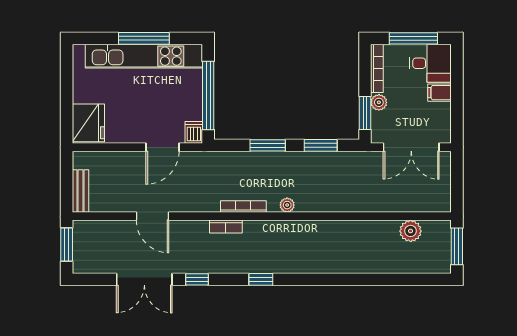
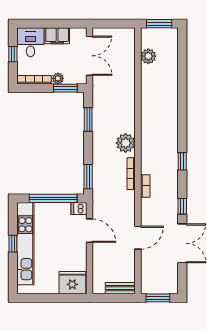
window: (144, 38) -> (13, 244), width x0.46
window: (413, 38) -> (13, 54), width x0.46
filing cabinet: (439, 93) -> (57, 36), width x2.00
window: (268, 145) -> (88, 177), moved
plant: (287, 205) -> (126, 143), width x1.88, depth x1.88

